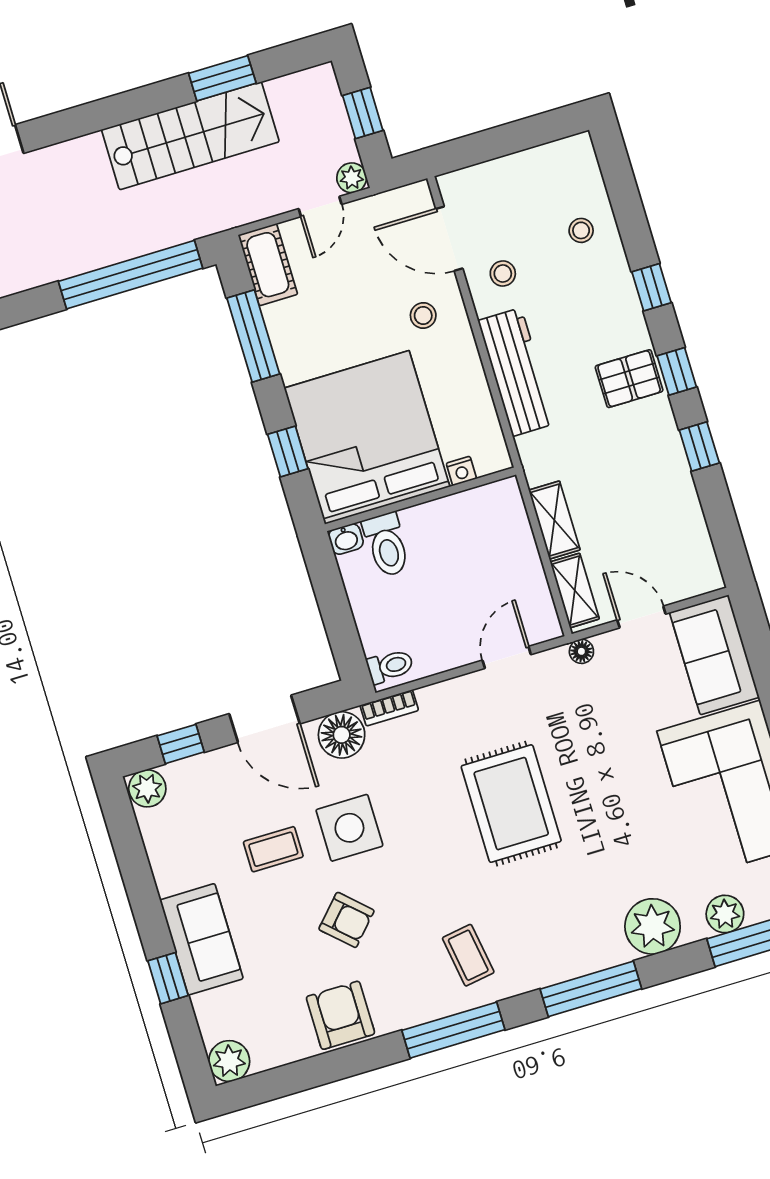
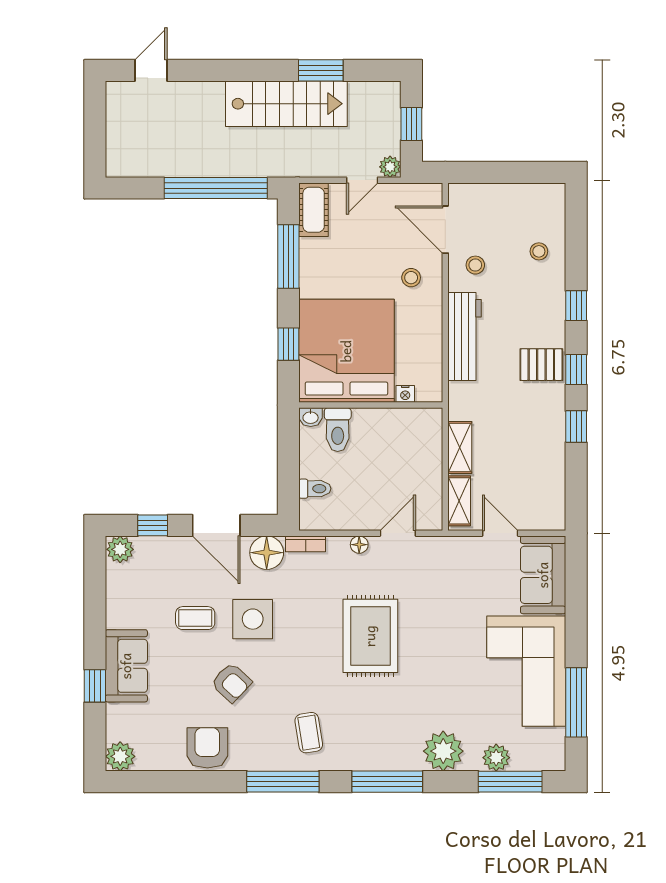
floor lamp: (581, 651) -> (359, 545), moved
toilet: (390, 666) -> (315, 489), moved

